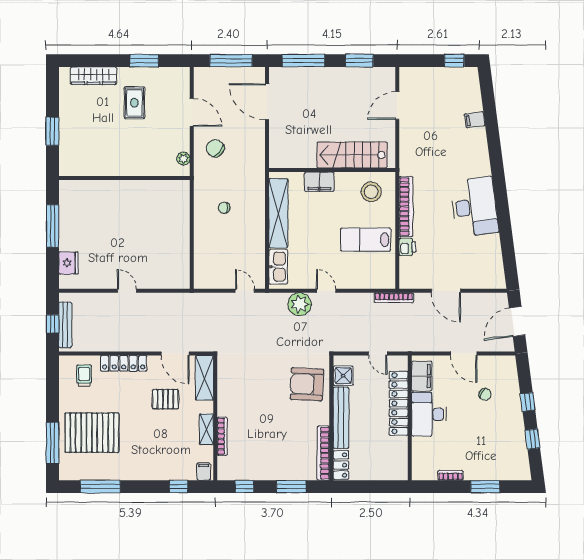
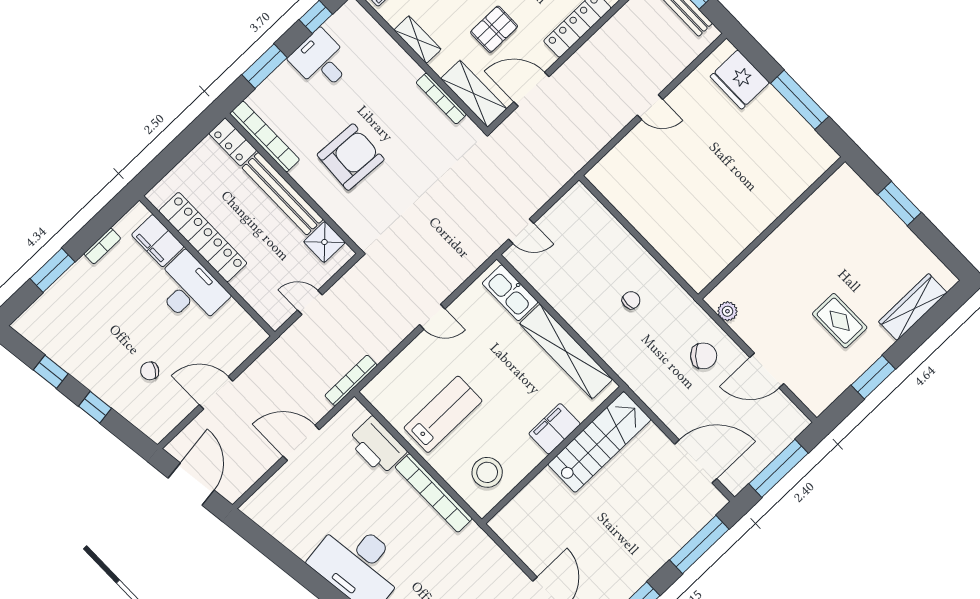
stairs: (352, 155) -> (599, 442), moved
printer: (407, 247) -> (377, 446), width x1.87, depth x1.48
fridge: (68, 263) -> (740, 80), width x1.36, depth x1.34
plant: (300, 304) -> (447, 274), removed
filing cabinet: (422, 376) -> (158, 241), moved
armchair: (307, 384) -> (351, 157), moved
locker: (399, 403) -> (203, 237), moved
bookcase: (222, 436) -> (441, 99), moved
desk: (262, 463) -> (321, 61), added

